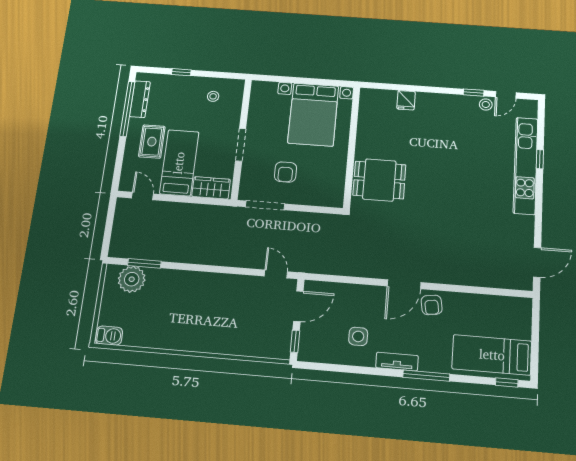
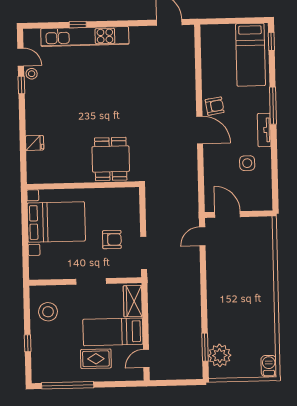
stool: (213, 96) -> (48, 312), width x1.89, depth x1.89
dresser: (140, 99) -> (57, 376), removed
window: (295, 341) -> (257, 214), removed

